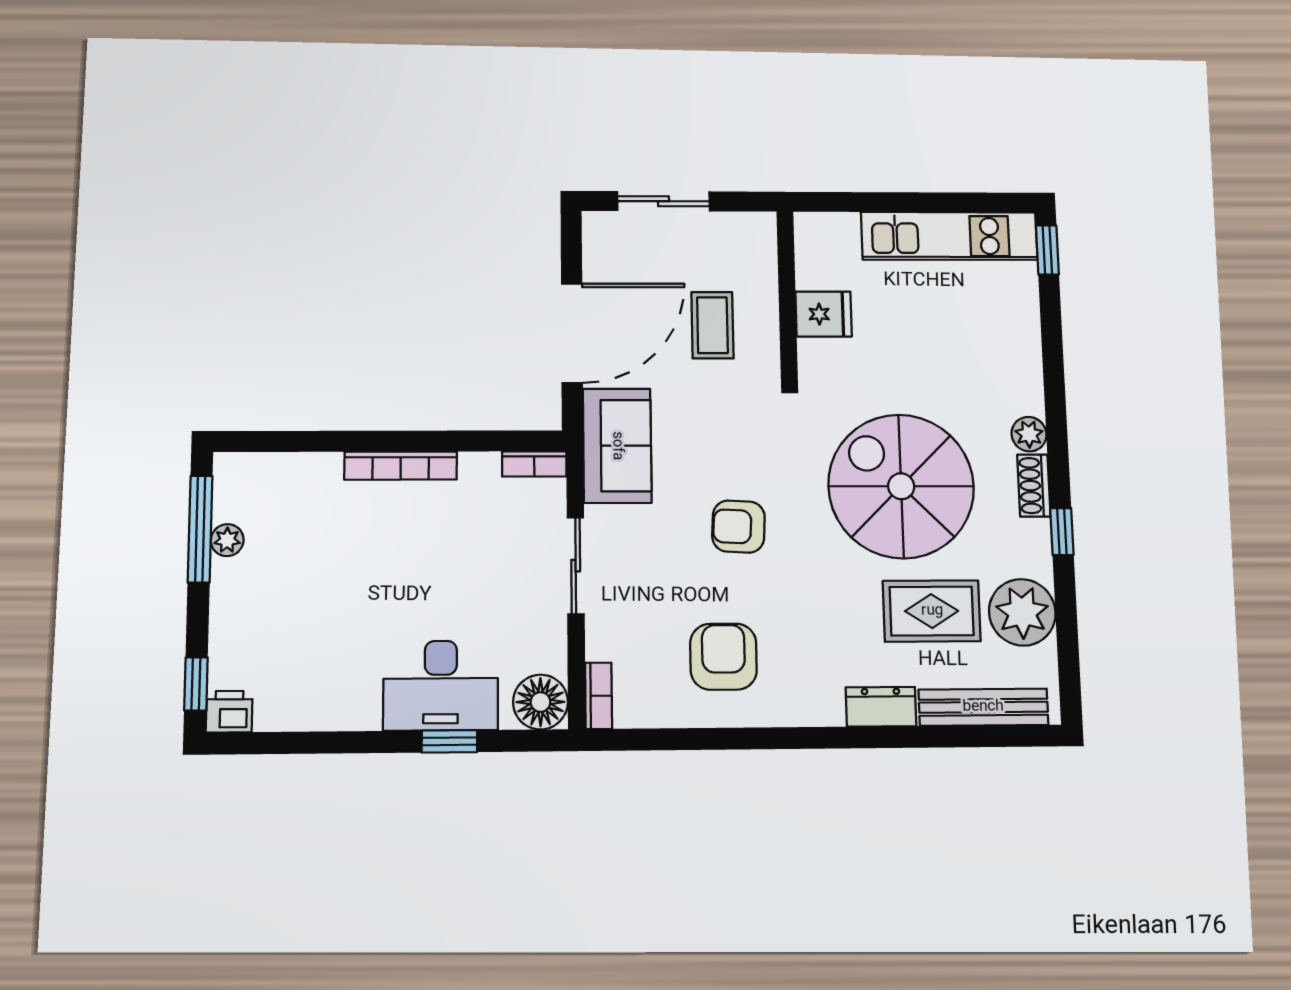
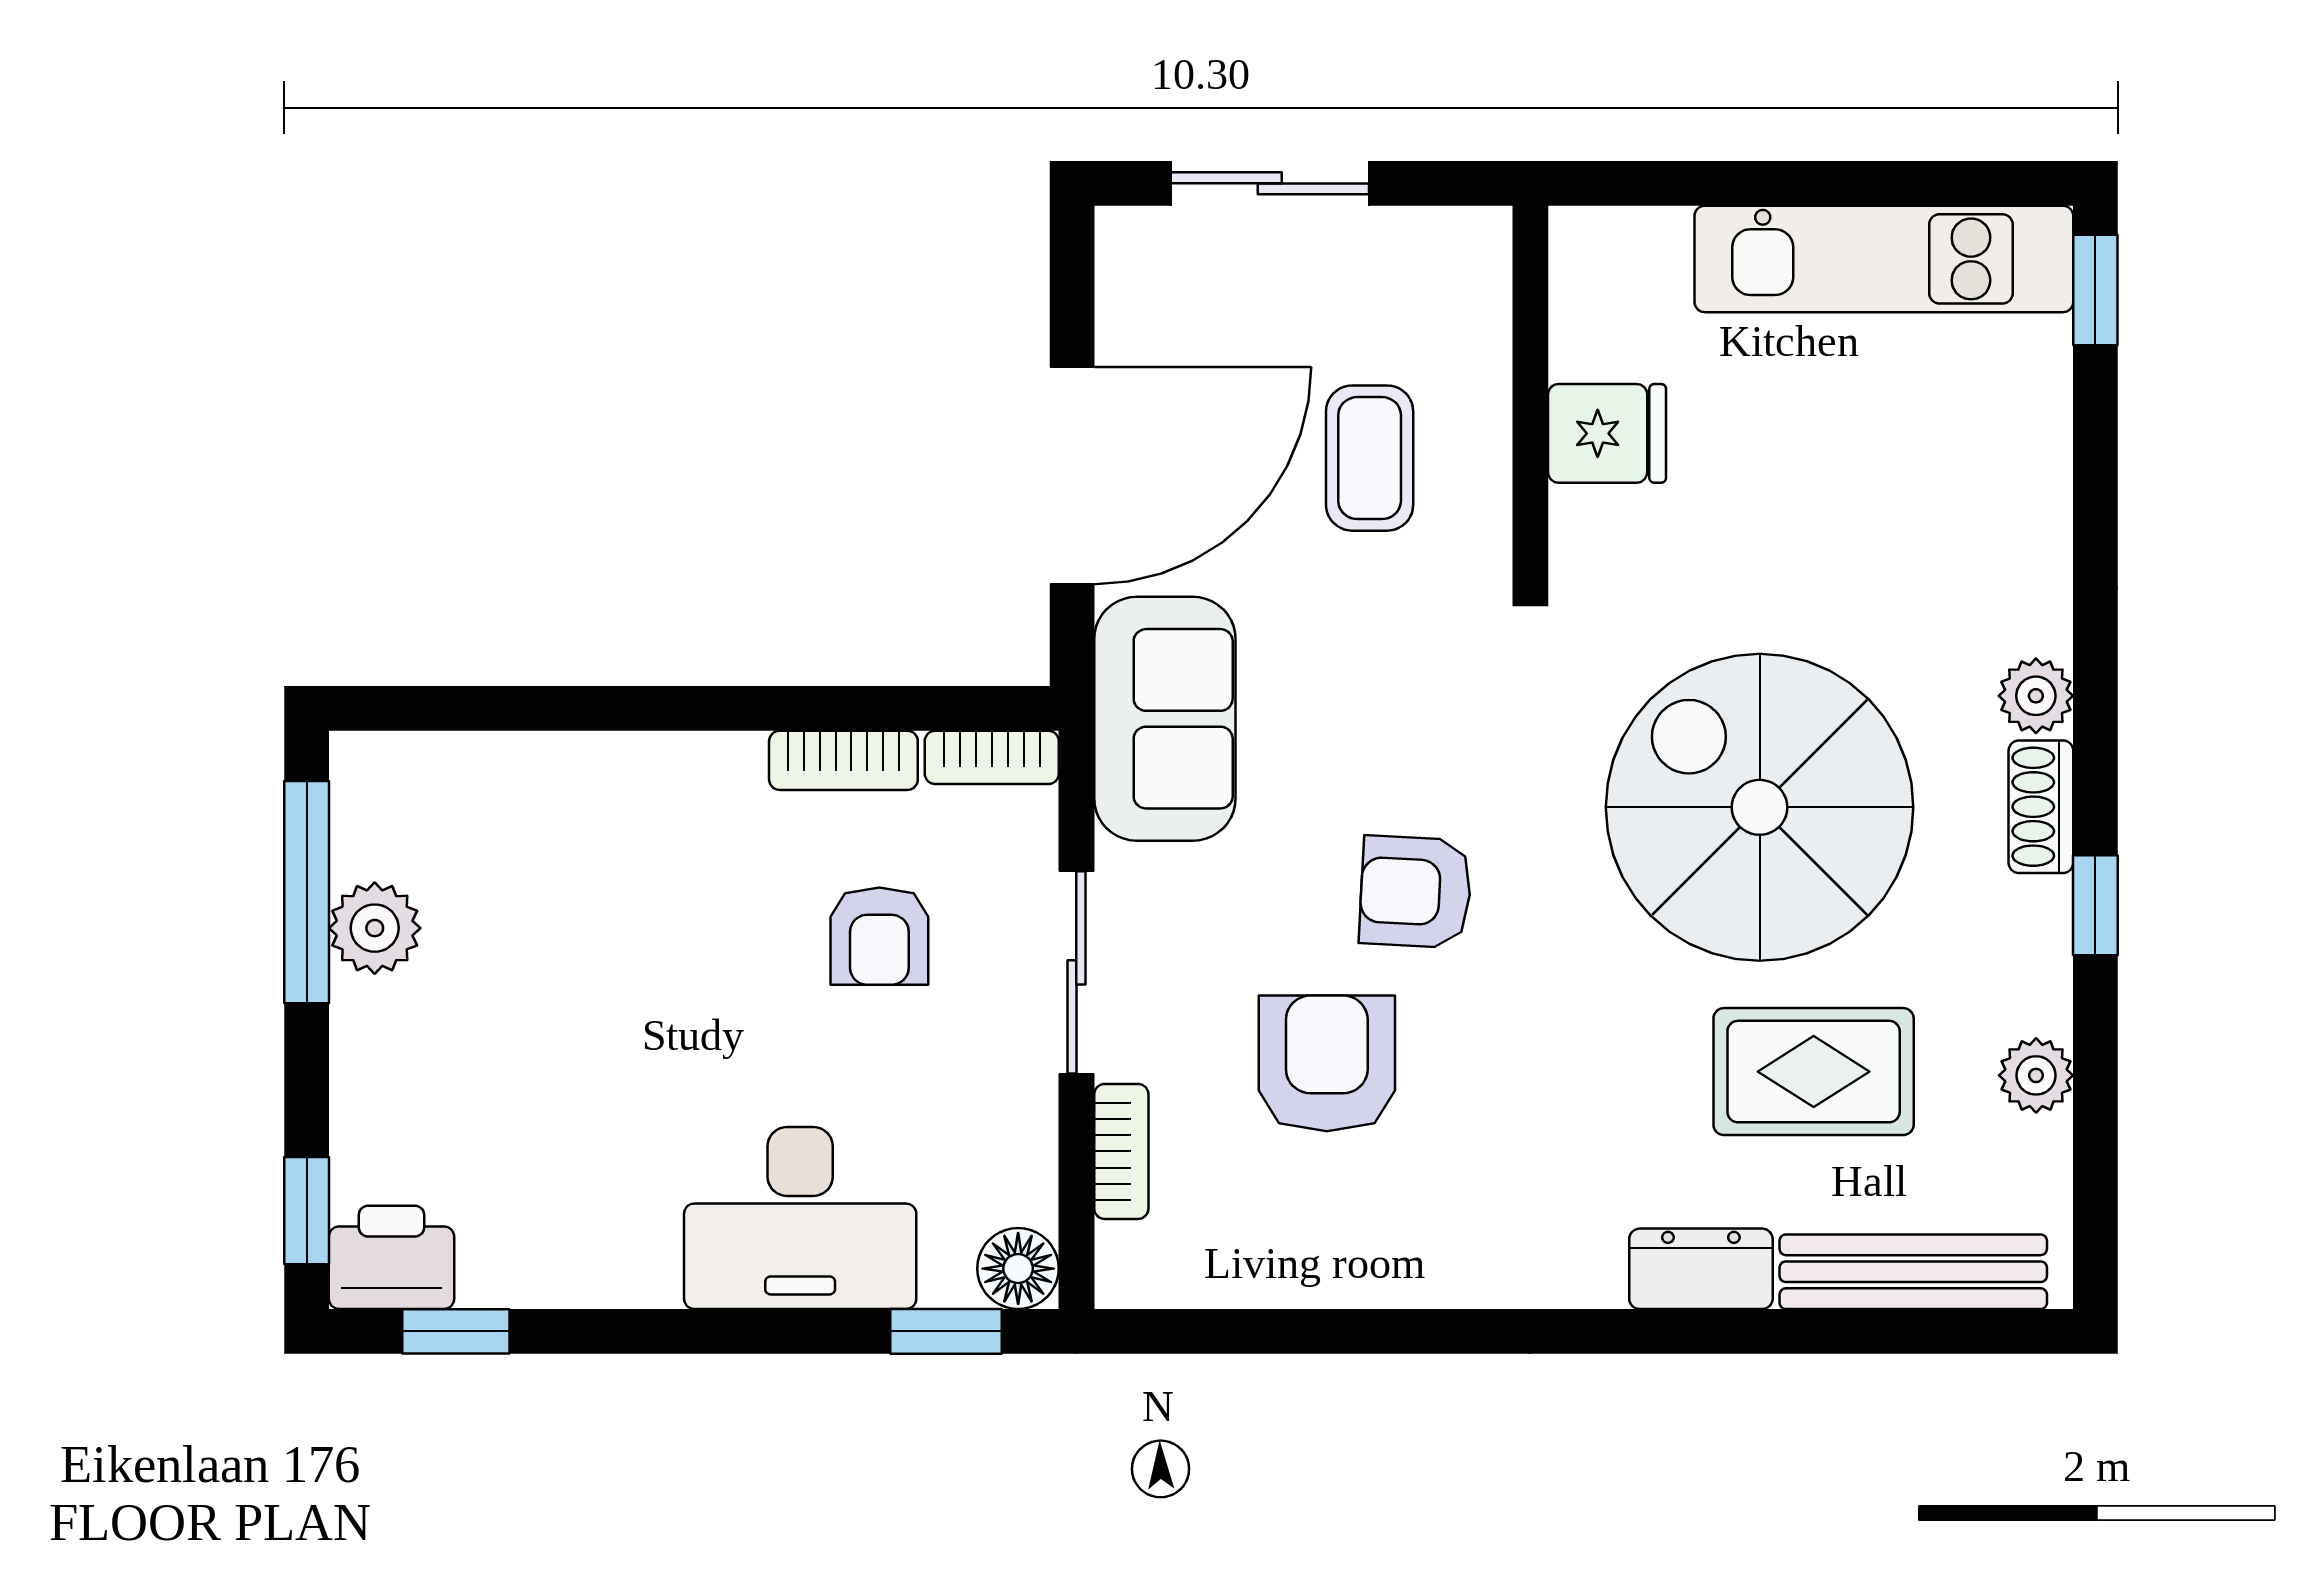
bookcase: (401, 466) -> (843, 760), moved, width x0.64
plant: (227, 540) -> (375, 928), width x1.38, depth x1.38
armchair: (480, 549) -> (879, 936), added
plant: (1022, 612) -> (2036, 1075), width x0.53, depth x0.53
armchair: (723, 657) -> (1327, 1063), moved
bookcase: (599, 696) -> (1121, 1151), moved
floor lamp: (540, 702) -> (1018, 1269), width x0.73, depth x0.73
printer: (229, 712) -> (392, 1257), width x1.36, depth x1.24
window: (449, 741) -> (946, 1331), moved
window: (269, 743) -> (456, 1331), added

